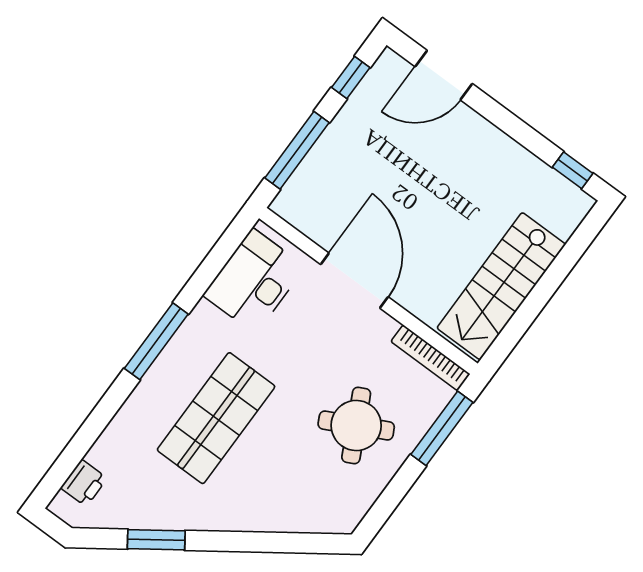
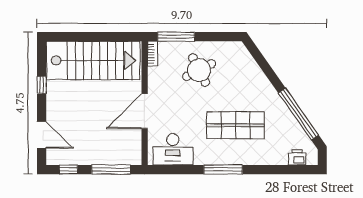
window: (573, 170) -> (42, 85), moved
stairs: (501, 286) -> (93, 61), width x1.36, depth x1.51
bookcase: (430, 358) -> (153, 54), width x0.64
window: (156, 540) -> (298, 114), width x2.11

